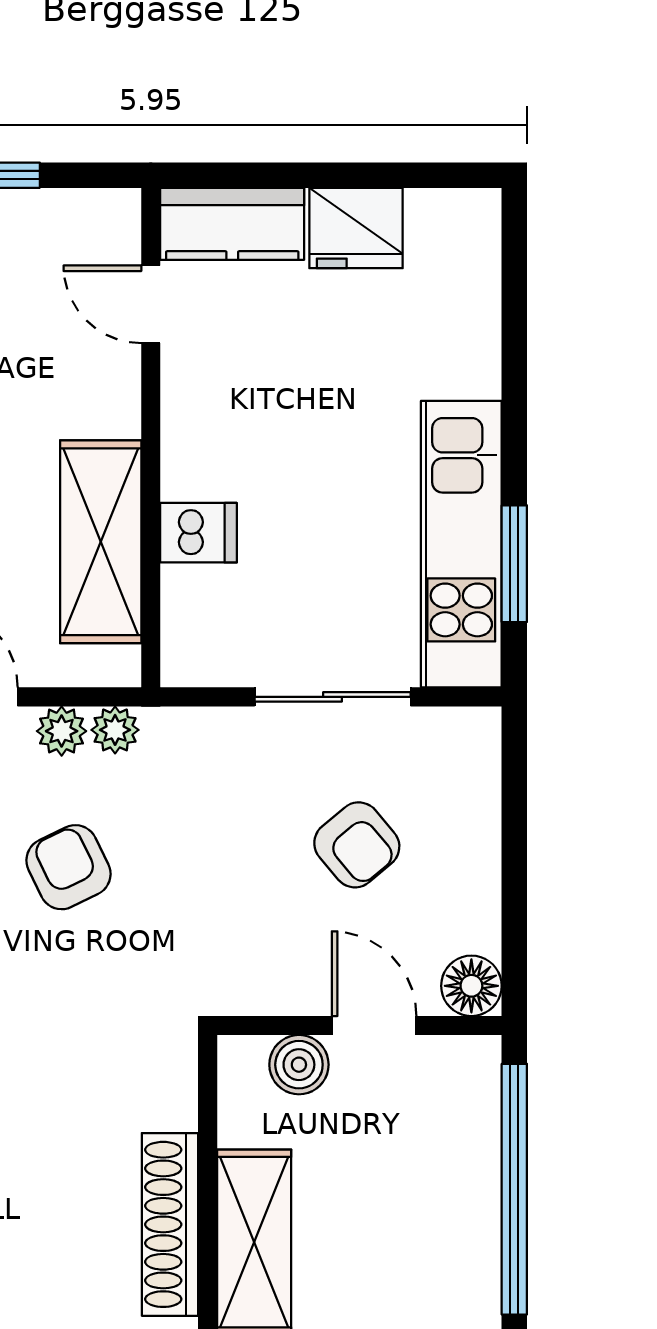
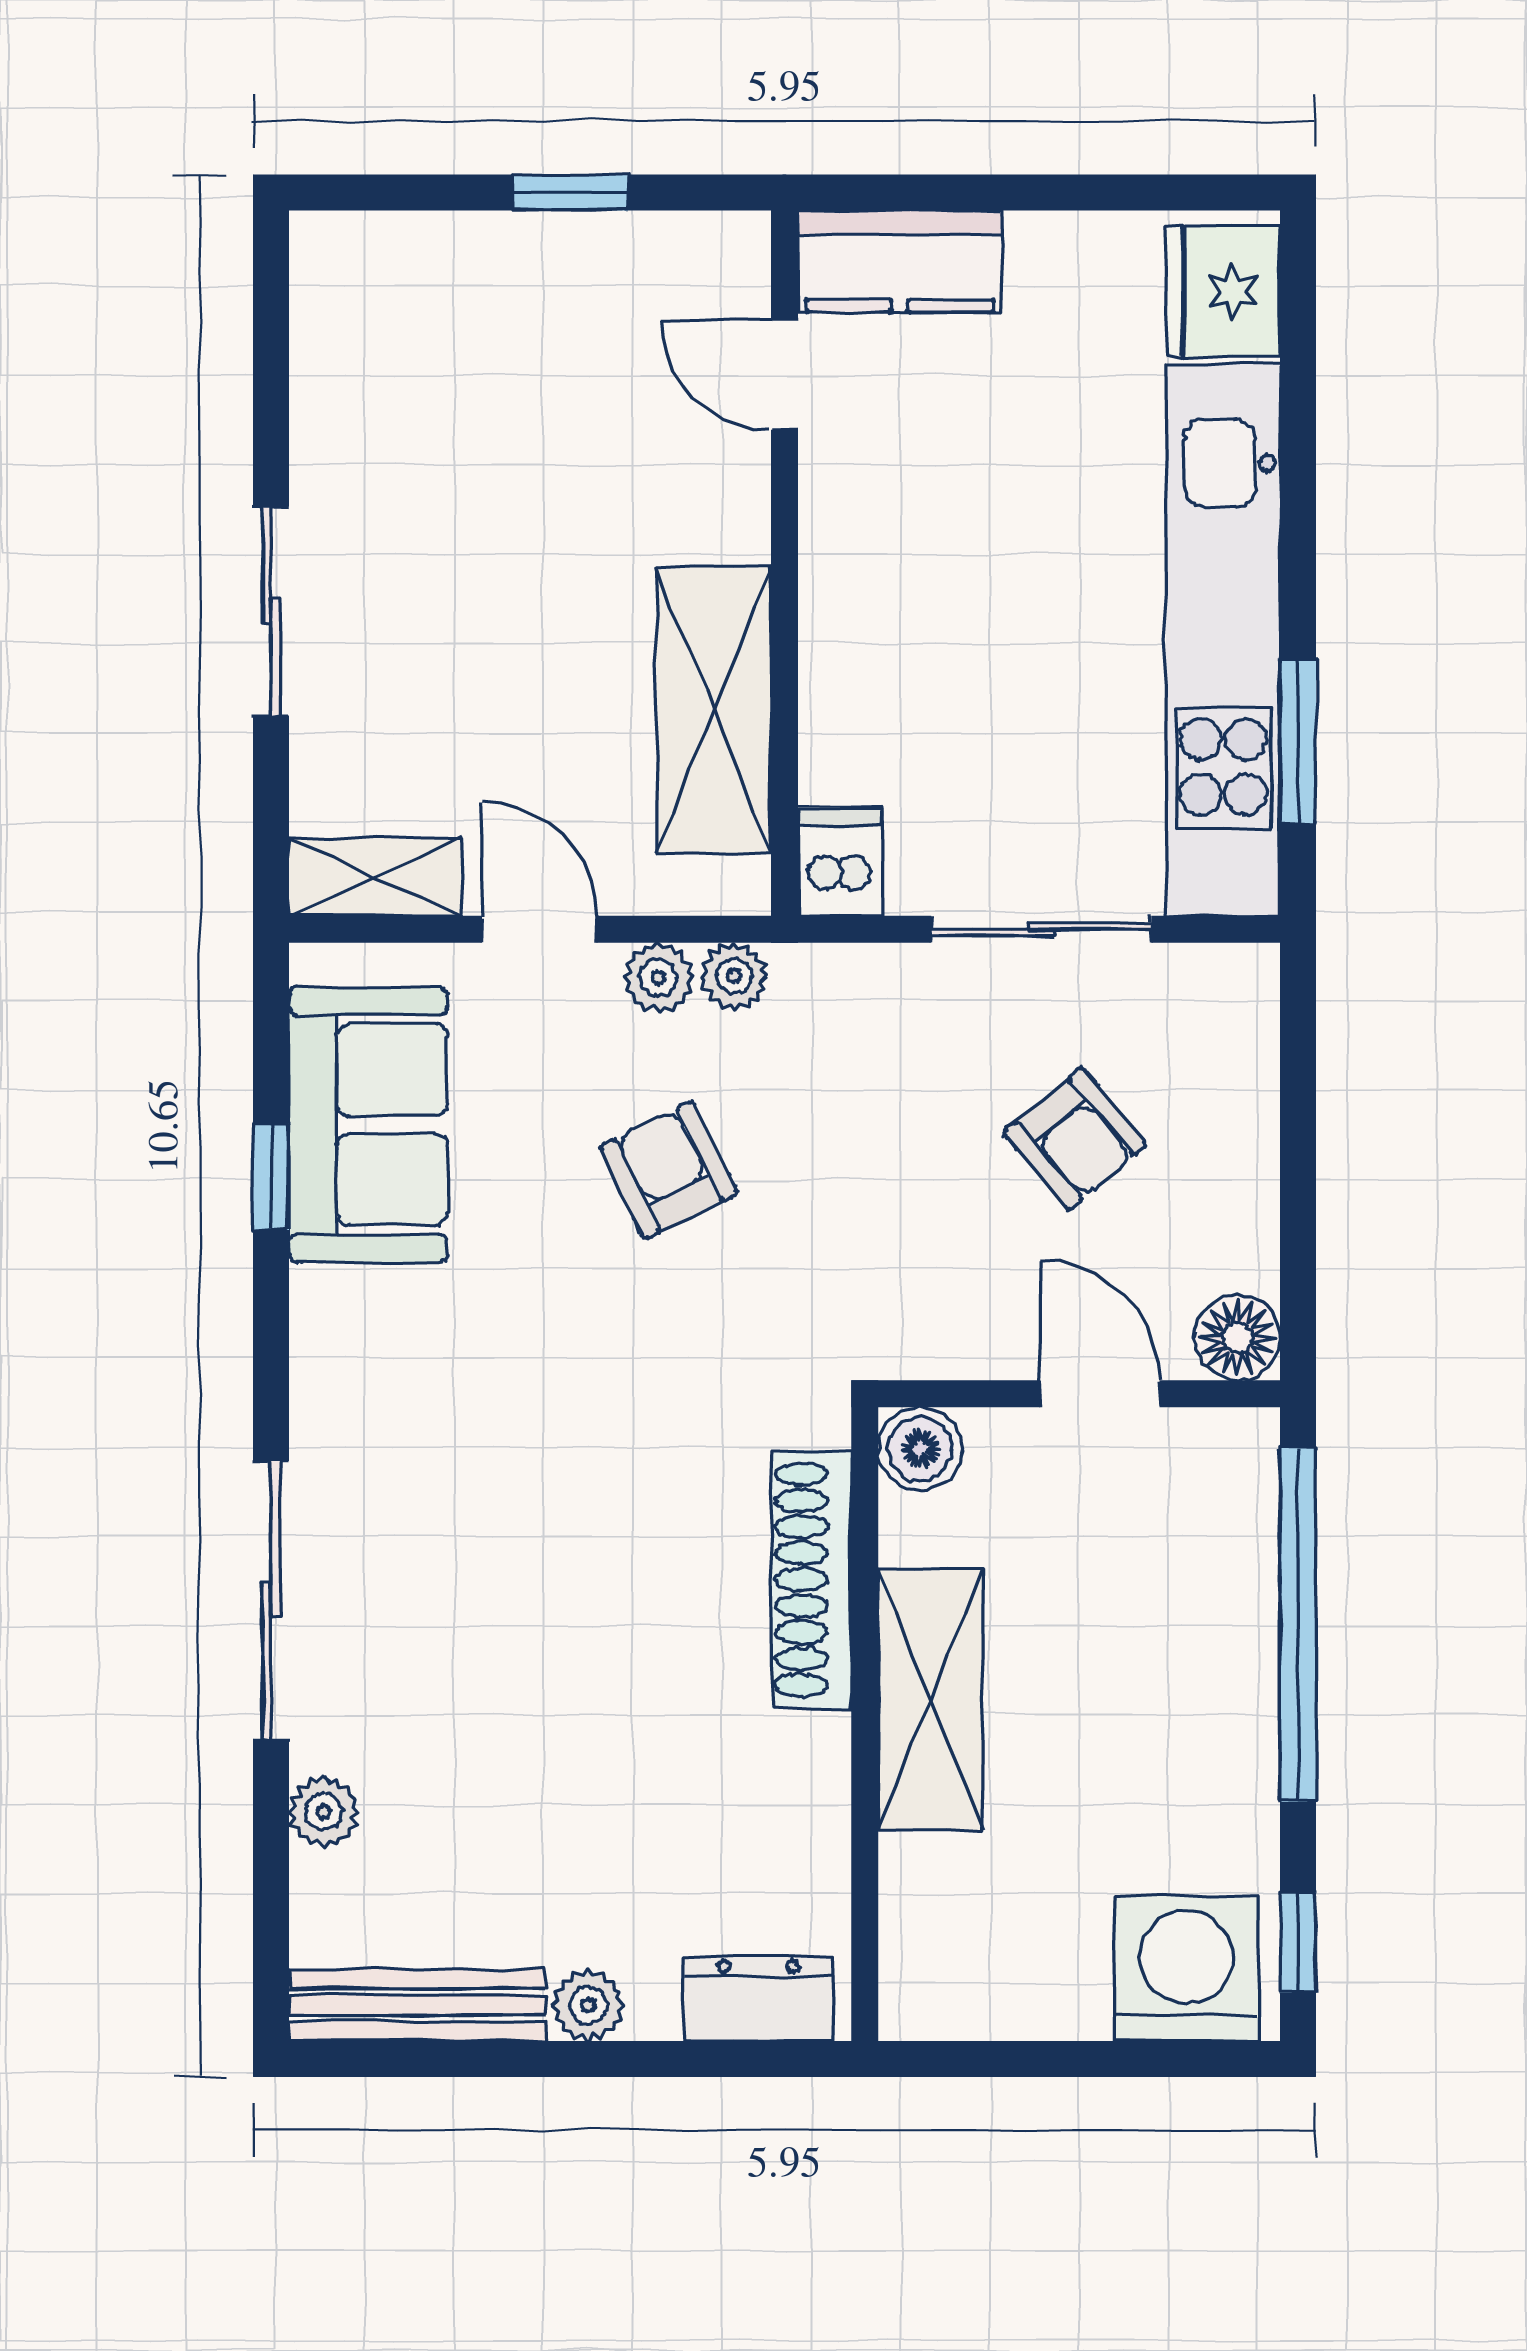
fridge: (356, 228) -> (1223, 291), moved, turned 90
dishwasher: (199, 533) -> (840, 862), moved, turned -90
kitchen unit: (461, 544) -> (1223, 640), width x1.36
boiler: (299, 1065) -> (920, 1449), moved
shoe rack: (170, 1224) -> (812, 1580), moved

